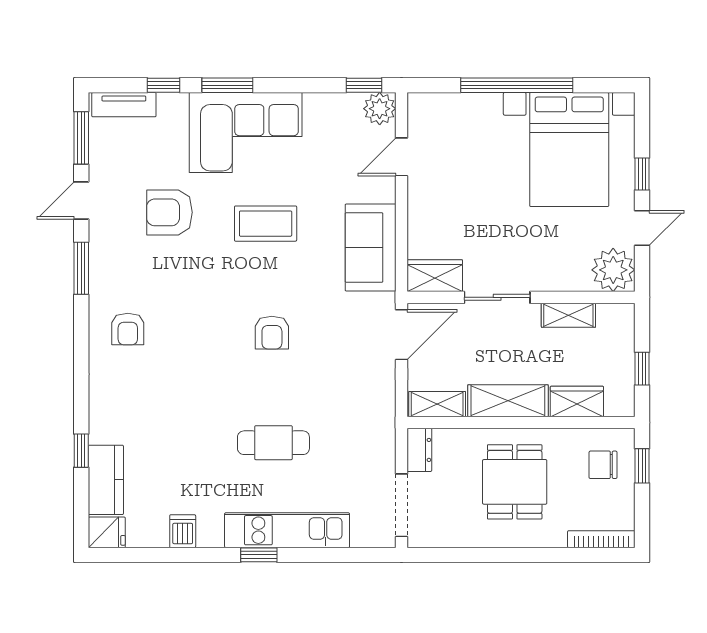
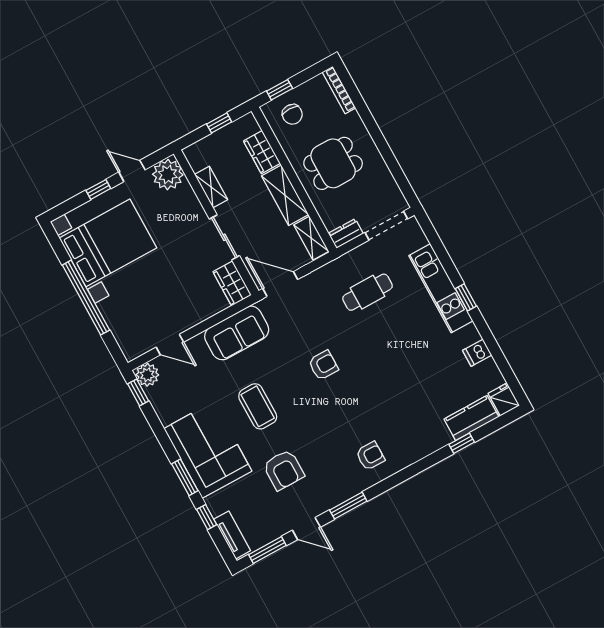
cafe table: (273, 443) -> (368, 292), moved, turned 90

